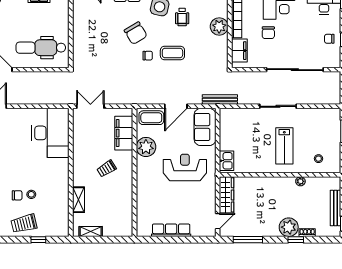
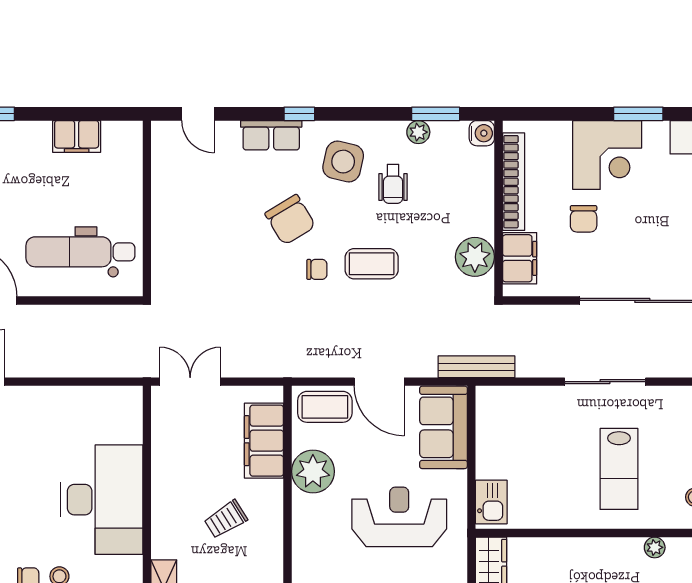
plant: (219, 26) -> (475, 257), moved
door: (176, 106) -> (379, 382), hinge flipped
desk: (50, 133) -> (102, 500), moved

